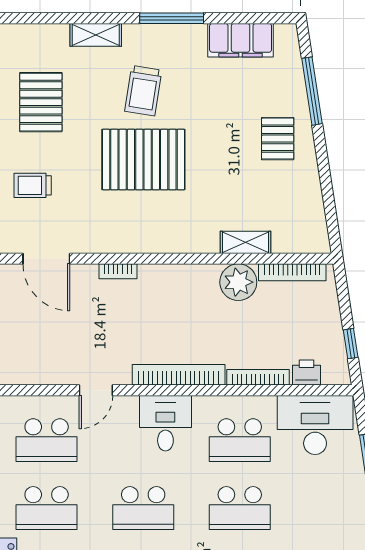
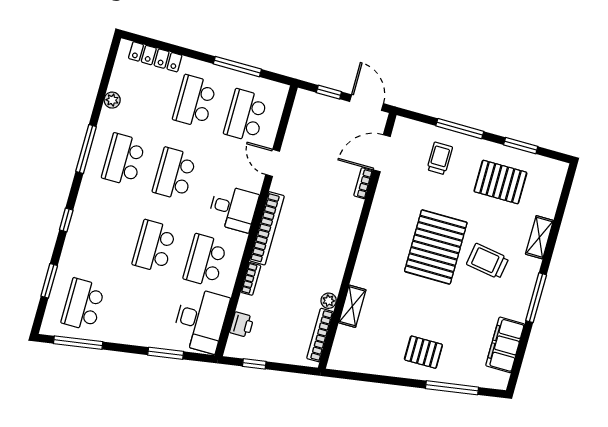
bookcase: (118, 271) -> (363, 183), moved
plant: (238, 282) -> (329, 301), width x0.53, depth x0.53
bookcase: (258, 377) -> (251, 279), width x0.64

